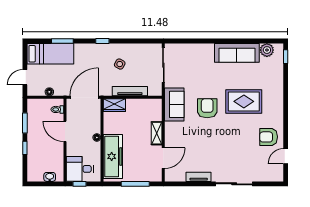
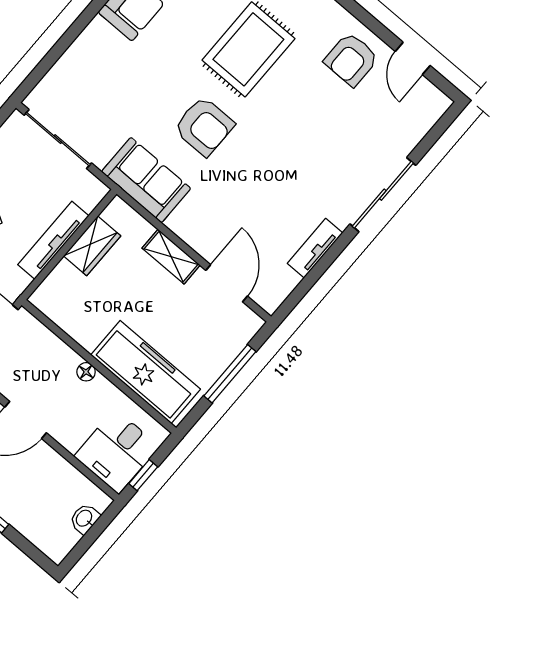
wardrobe: (114, 105) -> (92, 246), moved
armchair: (207, 108) -> (204, 126), turned 180

